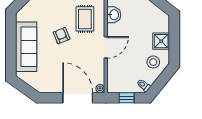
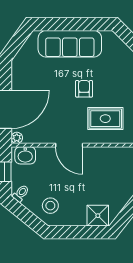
washbasin: (114, 15) -> (25, 155), moved
armchair: (62, 36) -> (84, 89), turned -68
shower: (161, 41) -> (98, 216), moved

